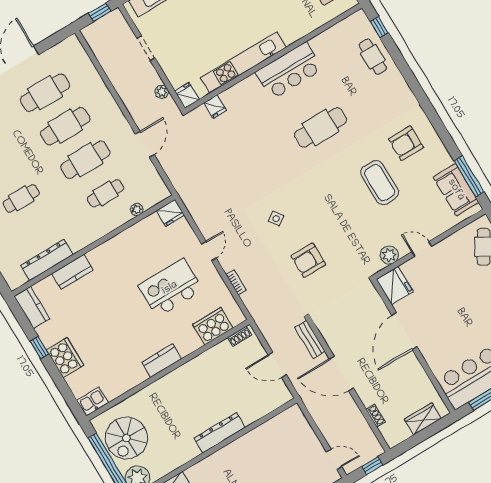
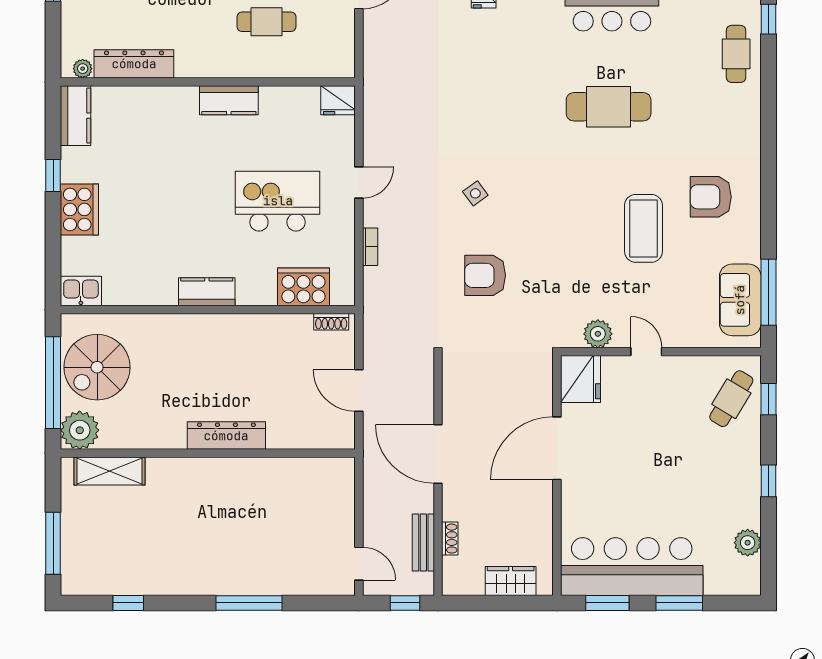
plant: (137, 210) -> (83, 69), moved
kitchen counter: (72, 272) -> (229, 100), moved
bench: (310, 339) -> (423, 543), moved

